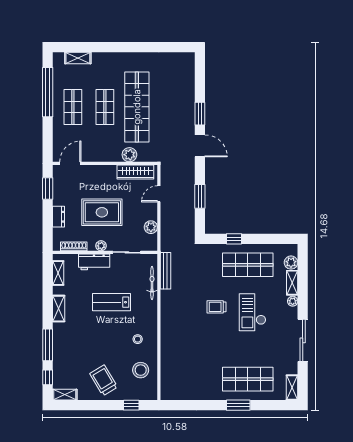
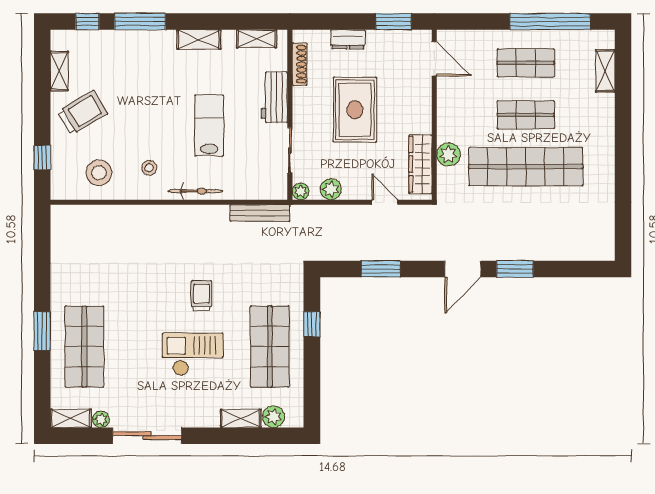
plant: (101, 246) -> (301, 191), moved
bicycle: (152, 283) -> (195, 191), moved
plant: (293, 301) -> (101, 419), moved
shelving: (65, 395) -> (59, 71), moved

